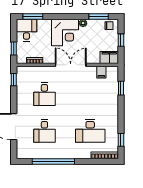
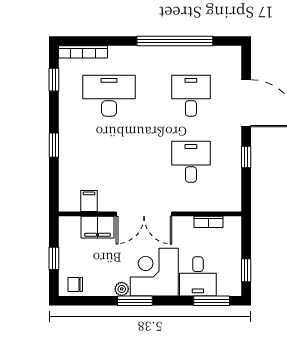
window: (99, 17) -> (135, 301), moved
desk: (26, 30) -> (198, 276), moved
window: (14, 49) -> (246, 270), moved
filing cabinet: (109, 58) -> (98, 227), moved
window: (14, 80) -> (246, 157), moved
window: (121, 88) -> (54, 145), moved

